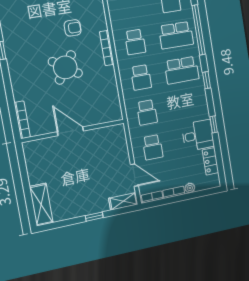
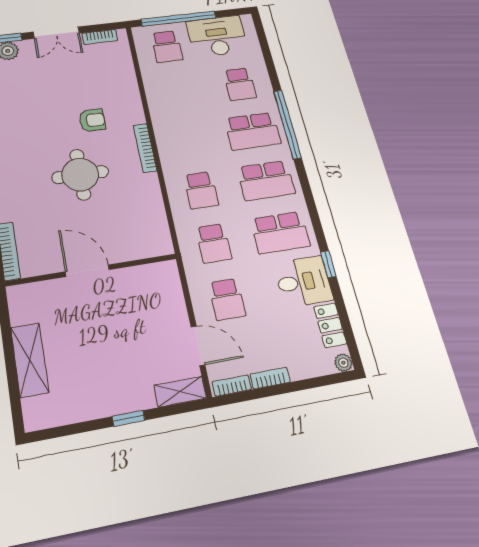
school desk: (135, 42) -> (280, 233), moved, width x1.85
round table: (65, 67) -> (80, 175), turned -34
window: (207, 80) -> (308, 196), removed
plant: (190, 188) -> (343, 363), moved
shelving: (41, 205) -> (30, 360), moved

